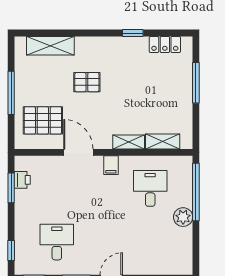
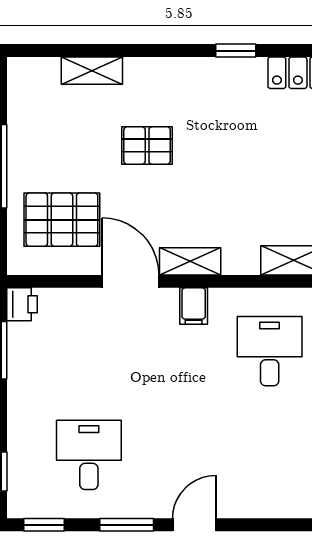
shelving: (50, 46) -> (92, 71), width x0.67, depth x0.75
shelving: (129, 142) -> (190, 261), moved
printer: (22, 180) -> (22, 304), moved

